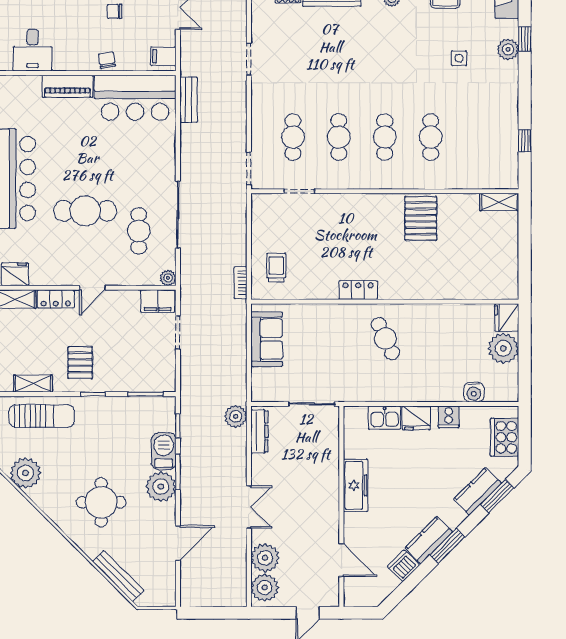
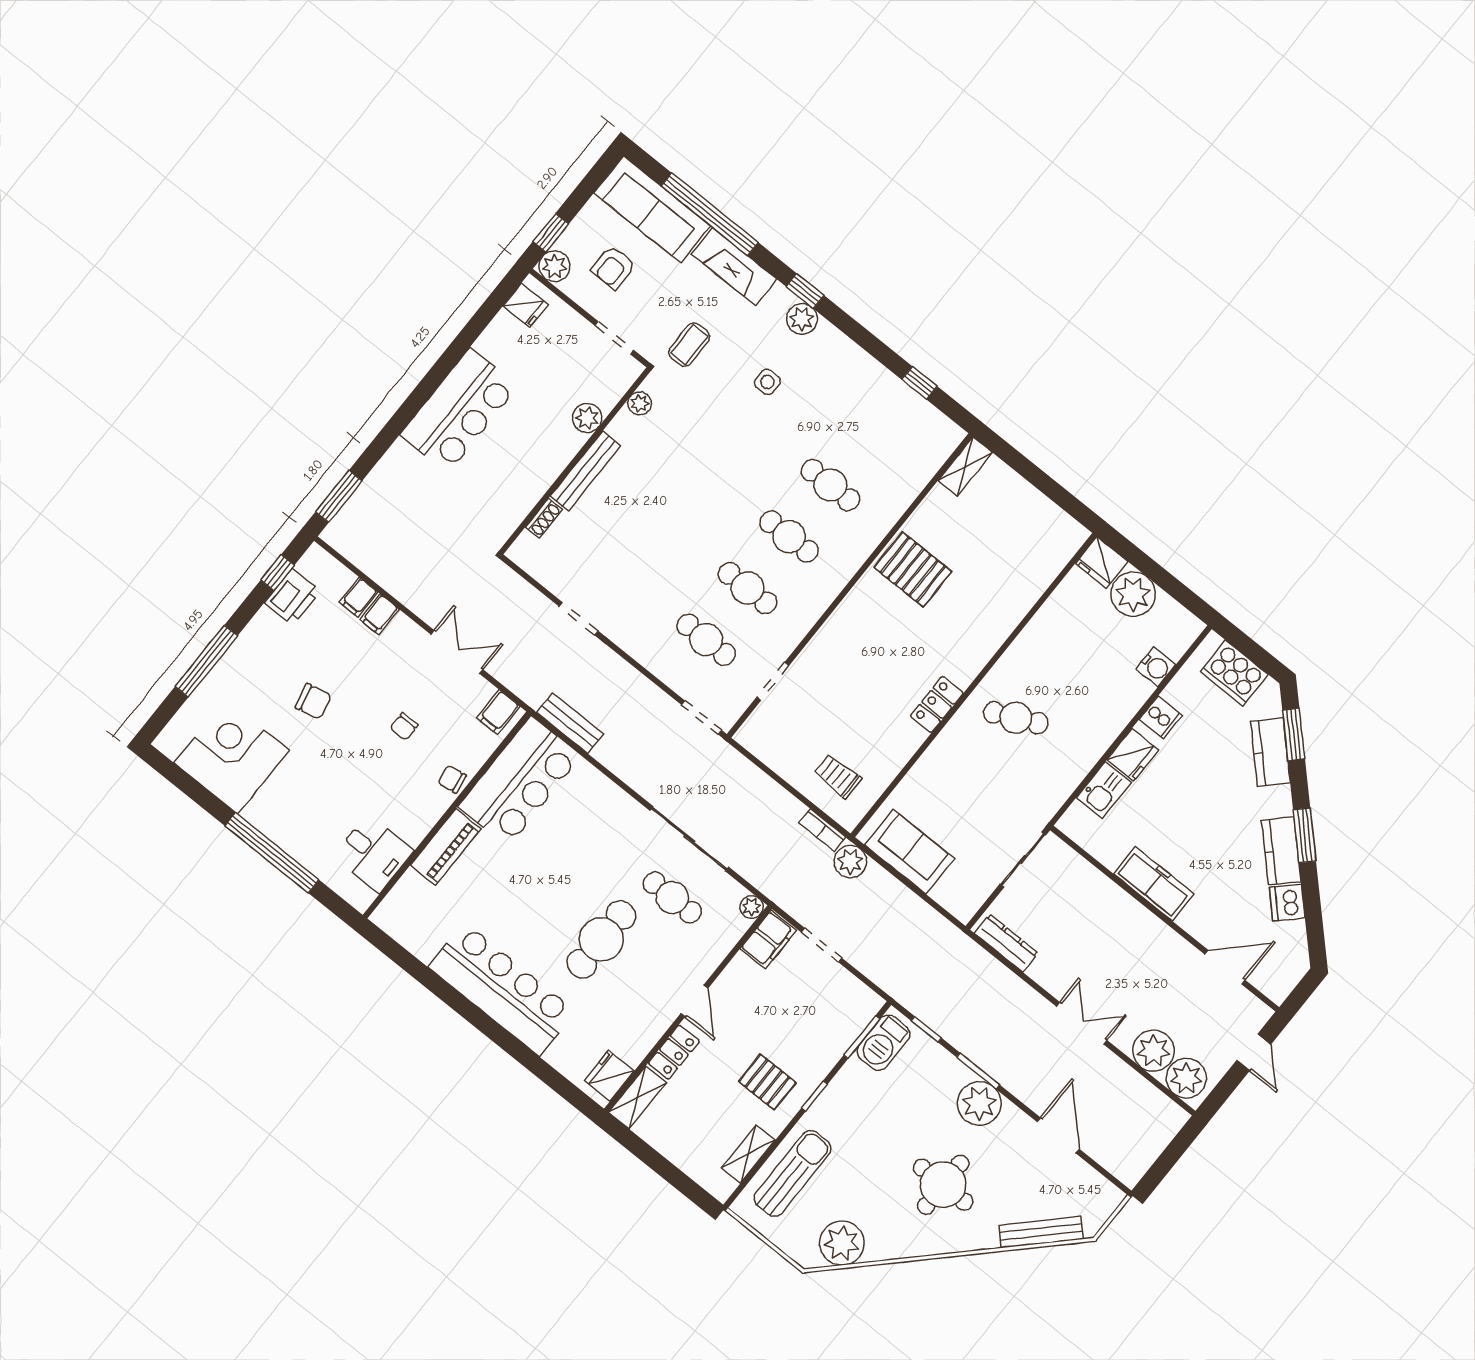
plant: (236, 416) -> (850, 862), moved
barbecue: (164, 451) -> (883, 1043), moved, turned -90

